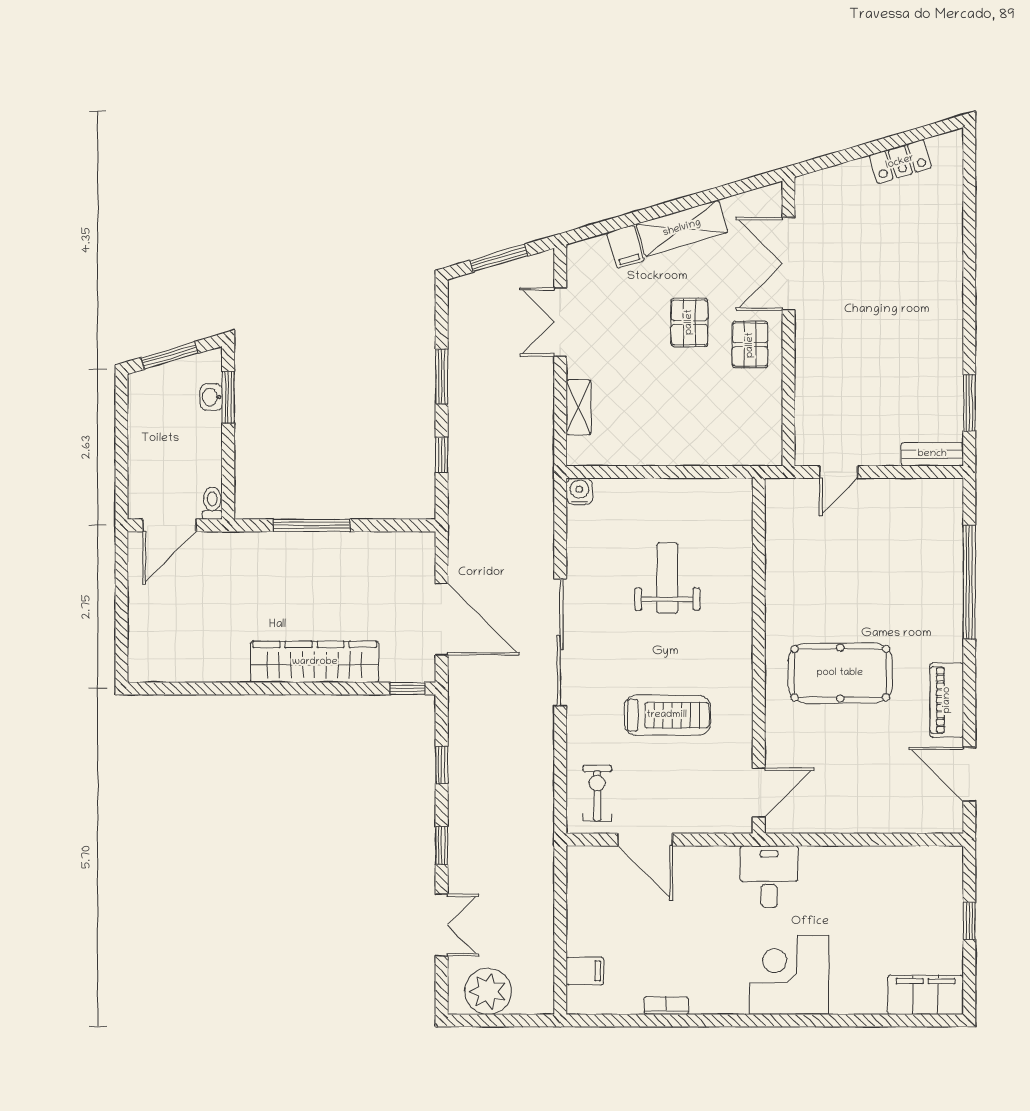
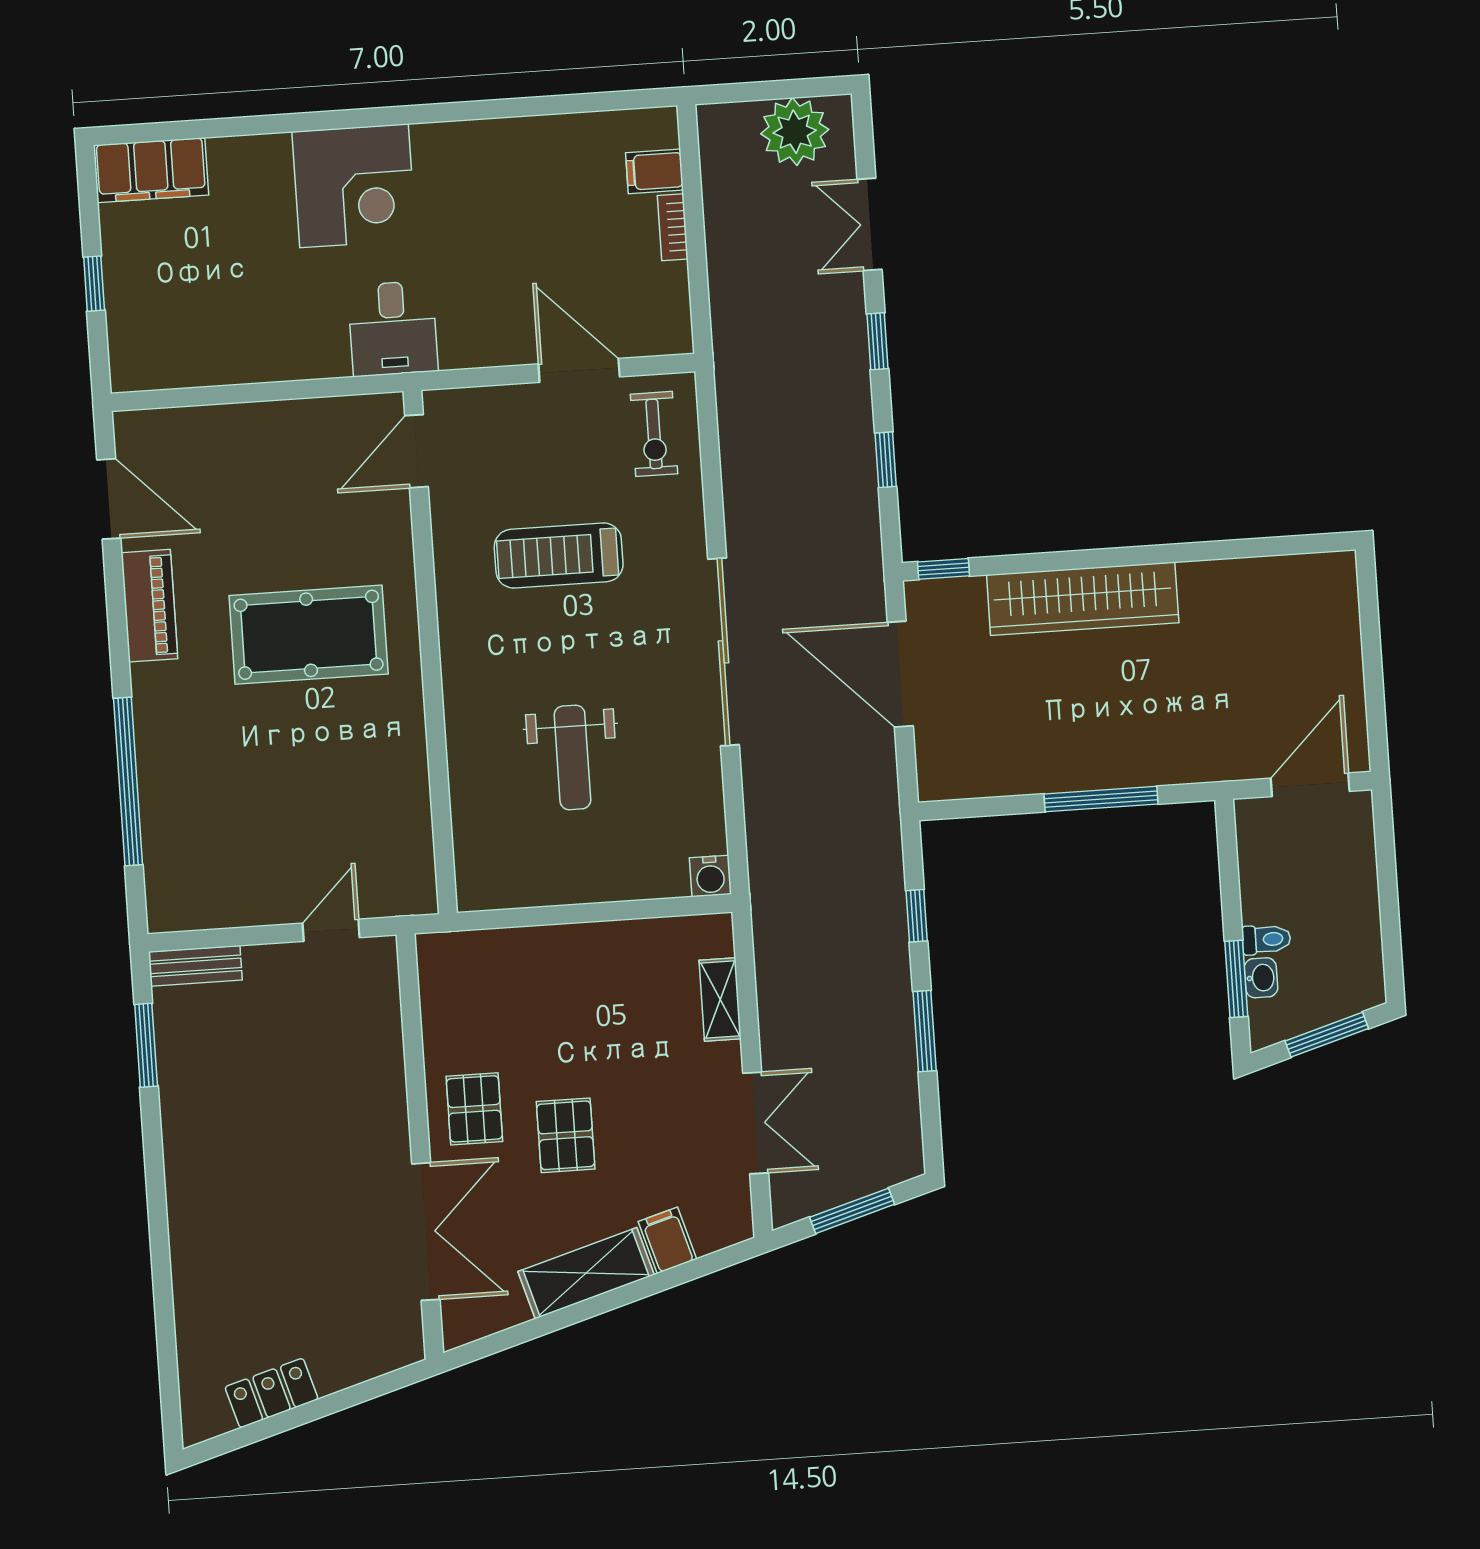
toilet: (212, 503) -> (1266, 939), moved, turned -90
bookcase: (666, 1006) -> (673, 227), moved, turned 90

